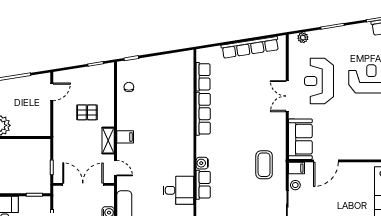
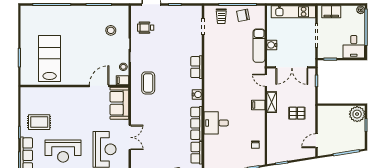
pallet: (87, 112) -> (297, 113), moved
water cooler: (202, 163) -> (197, 94), moved
desk: (178, 190) -> (216, 123), moved

